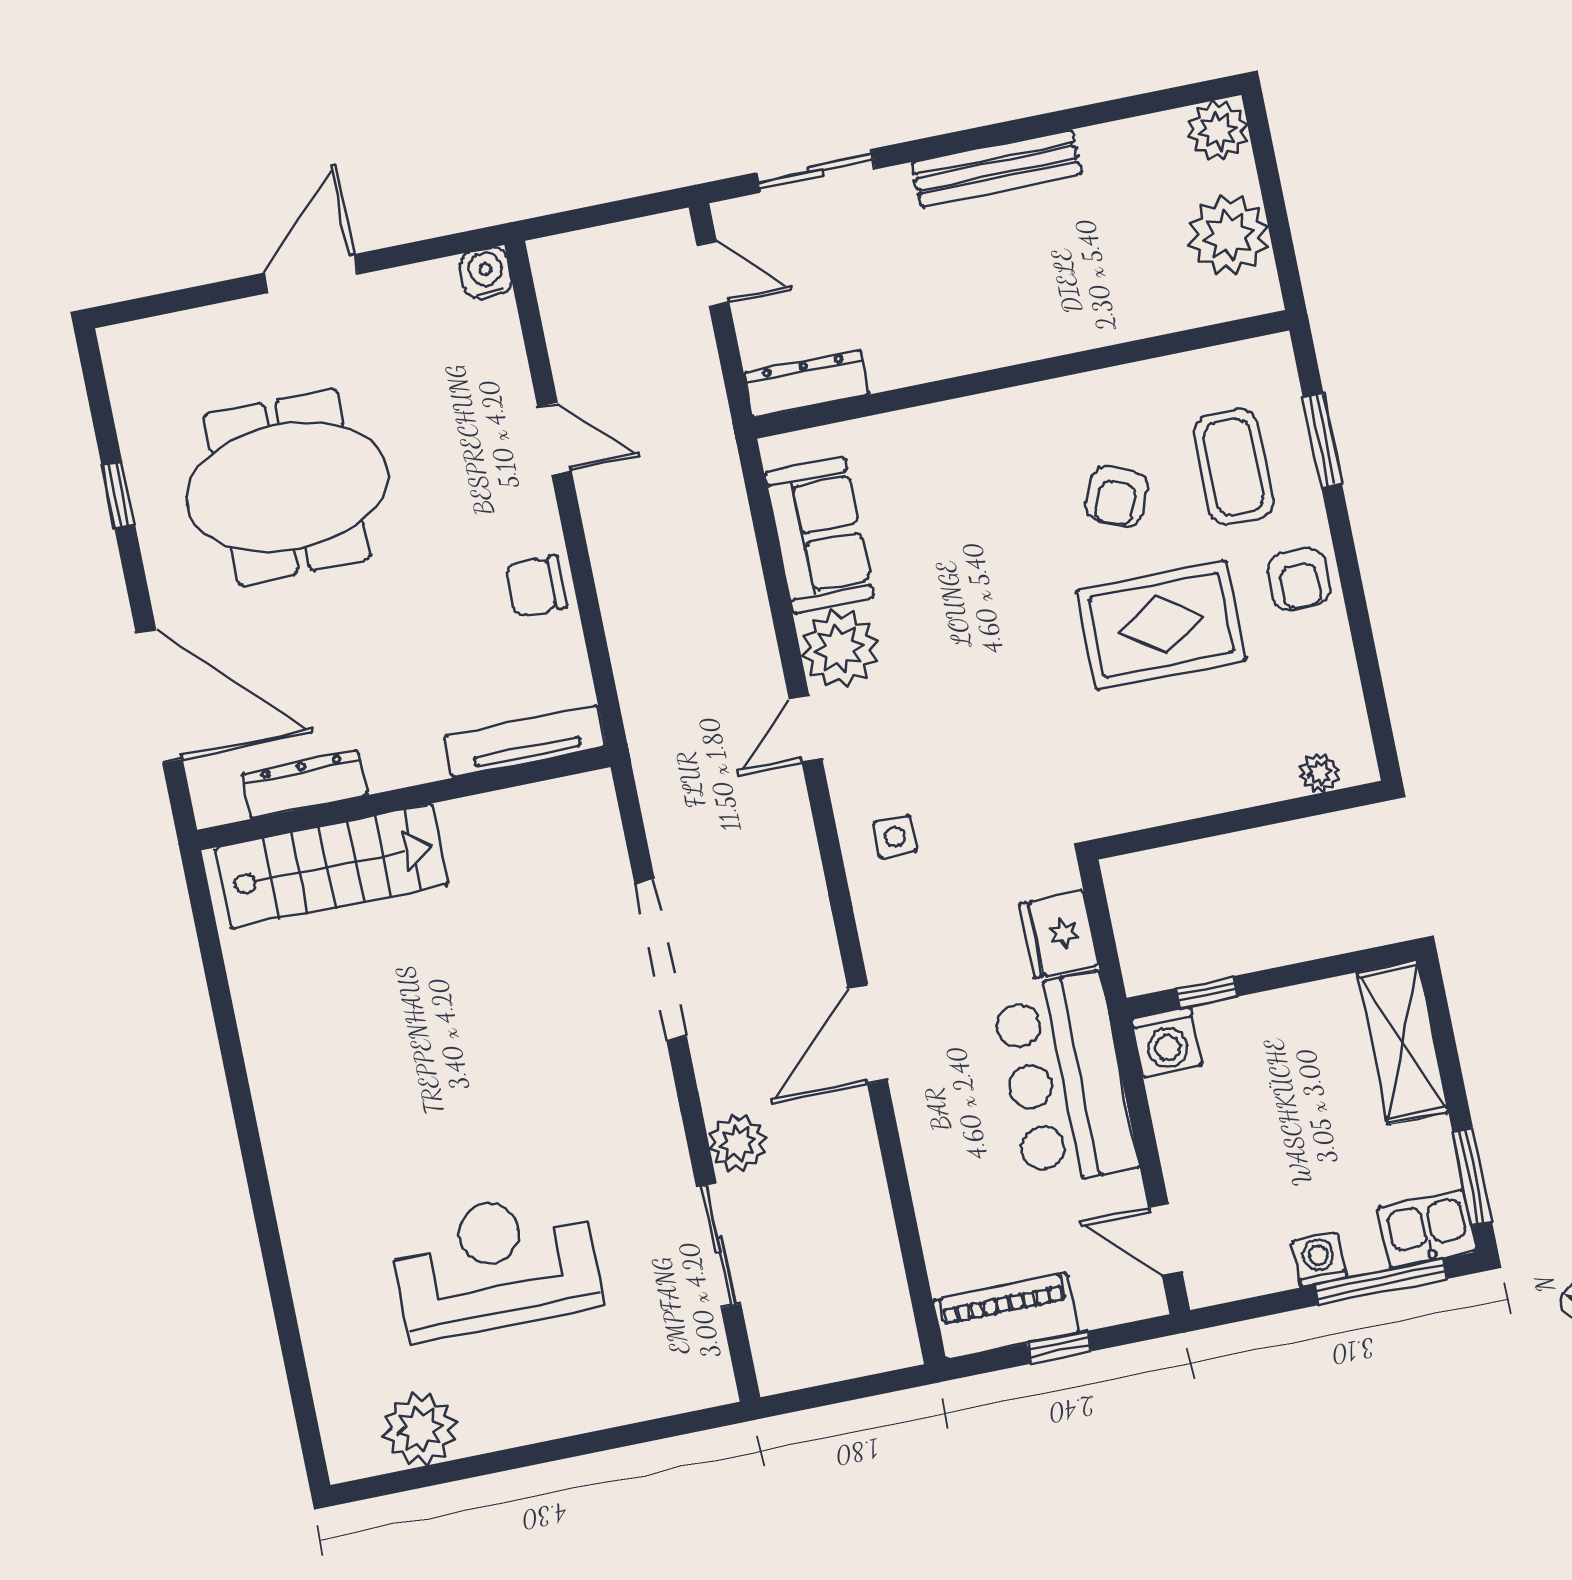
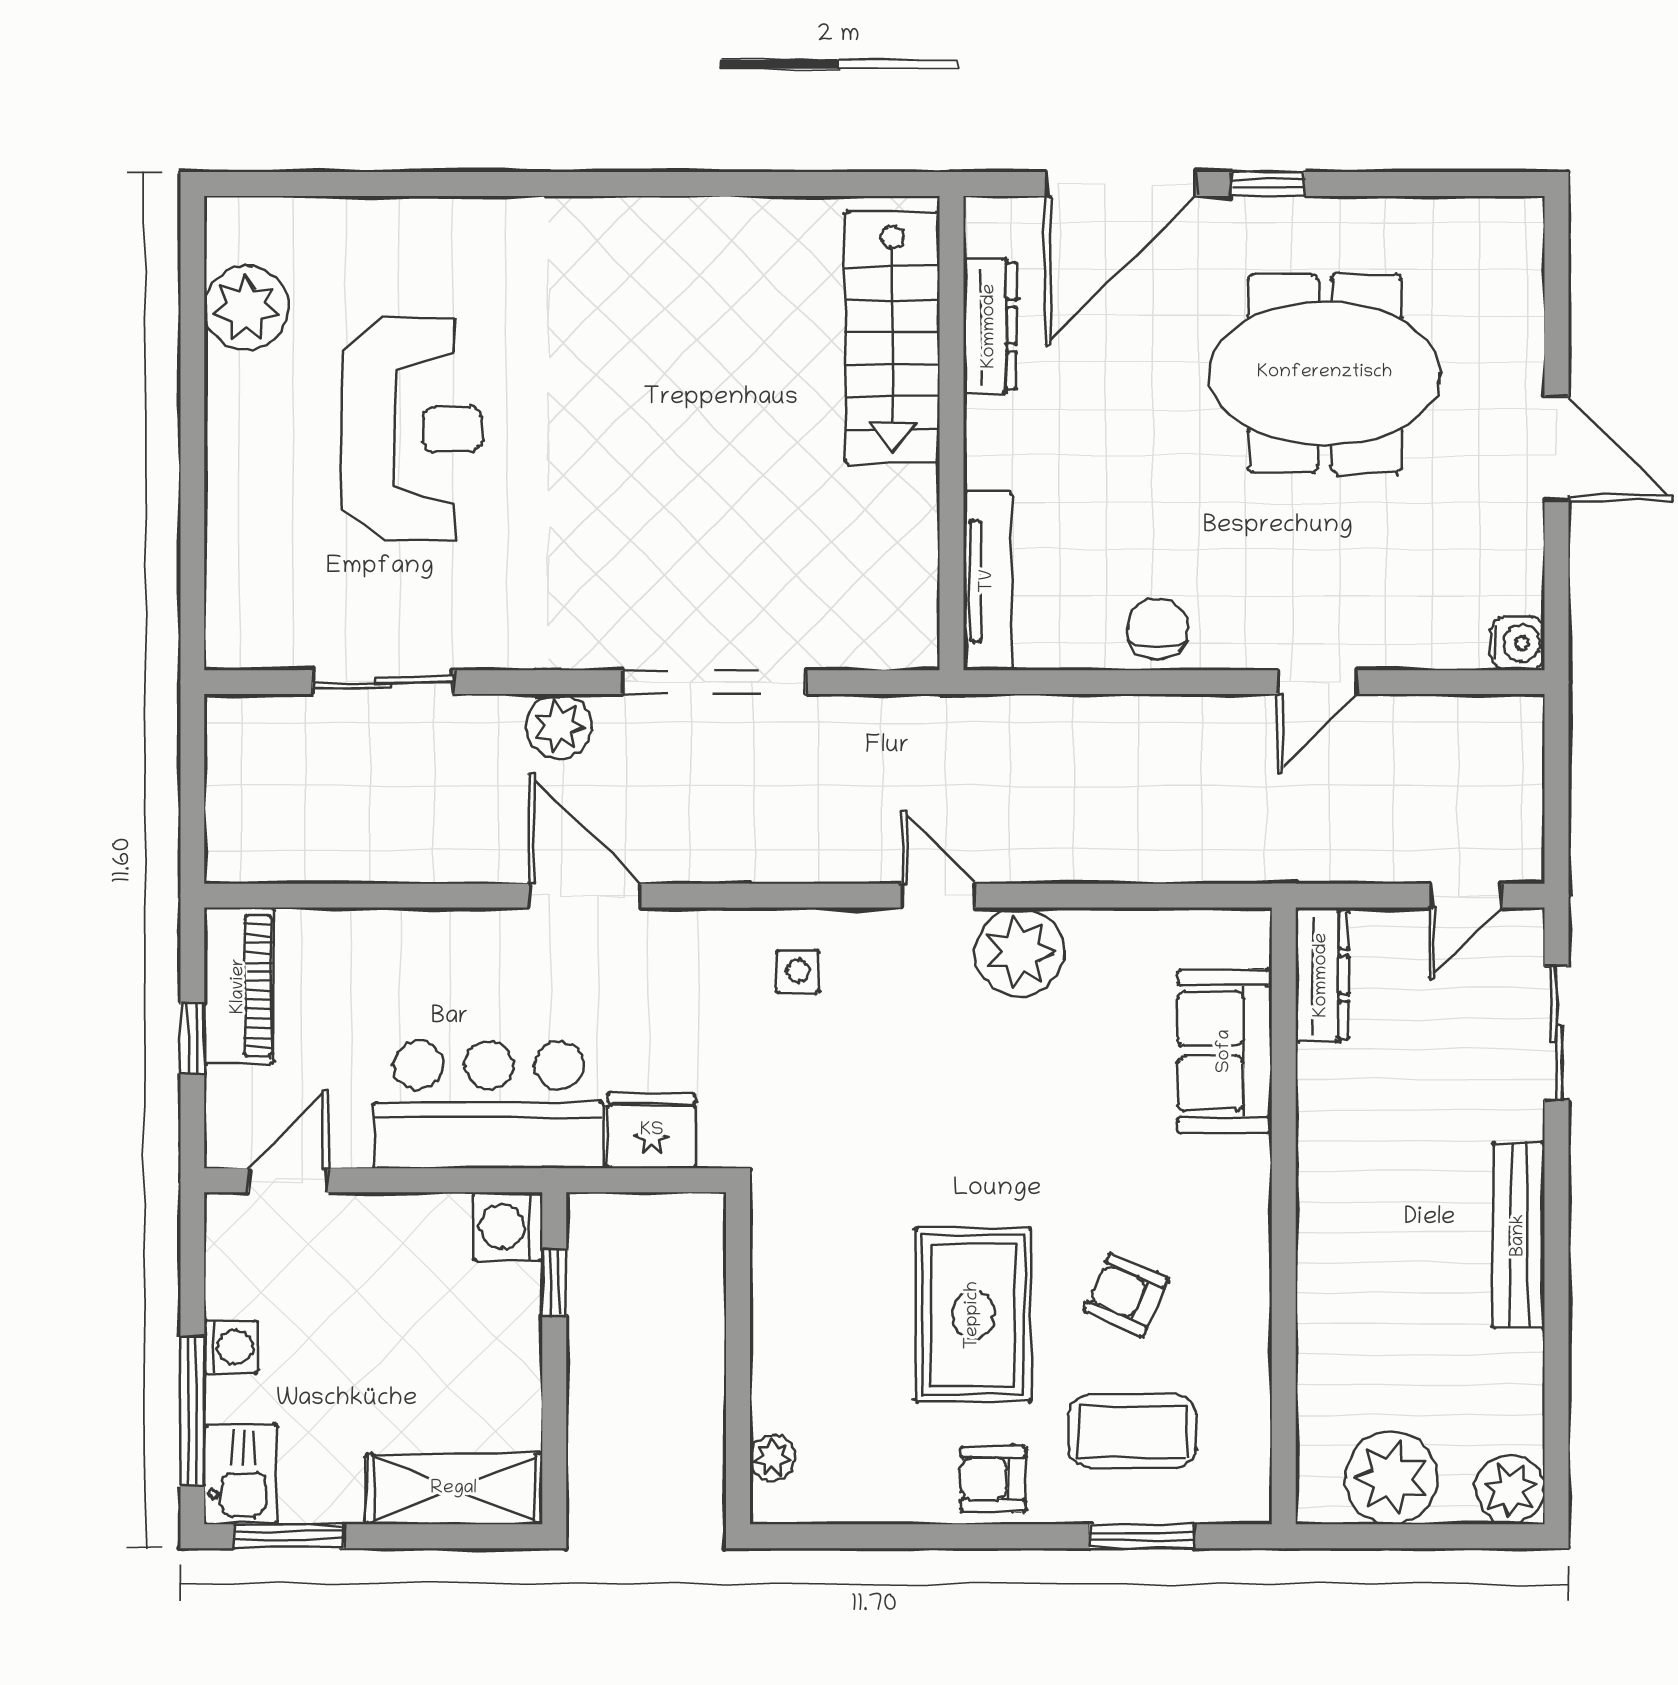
meeting table: (287, 487) -> (1325, 373), turned 90
window: (118, 495) -> (1268, 184), moved
sofa: (819, 535) -> (1225, 1051), moved, turned 90
plant: (738, 1143) -> (559, 727), moved

